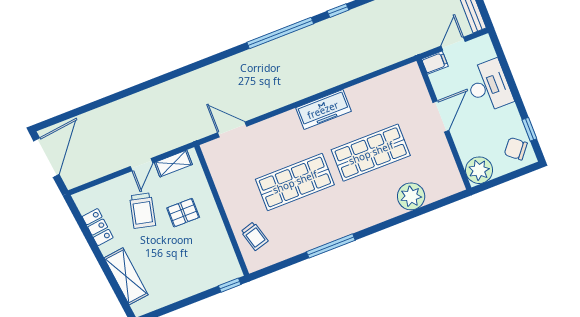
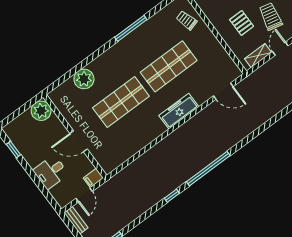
desk: (489, 86) -> (51, 172), width x0.73
freezer: (323, 110) -> (179, 111), moved
door: (441, 116) -> (79, 141), hinge flipped
chair: (516, 149) -> (19, 133), removed
pallet: (183, 213) -> (242, 23), turned 90

